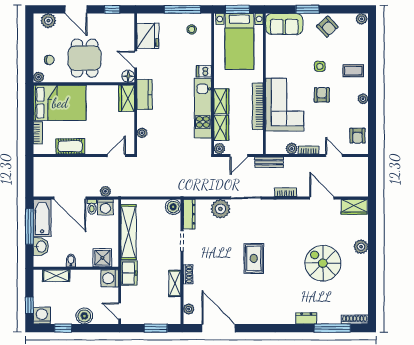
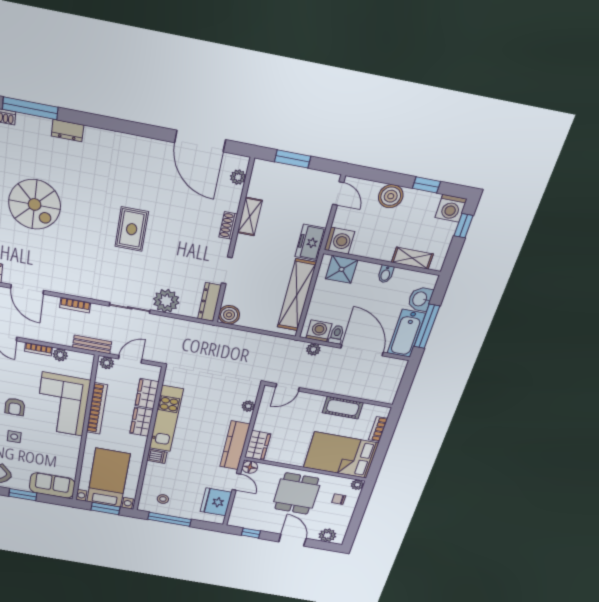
kitchen counter: (144, 95) -> (235, 445), width x1.50
plant: (219, 149) -> (107, 363), moved

